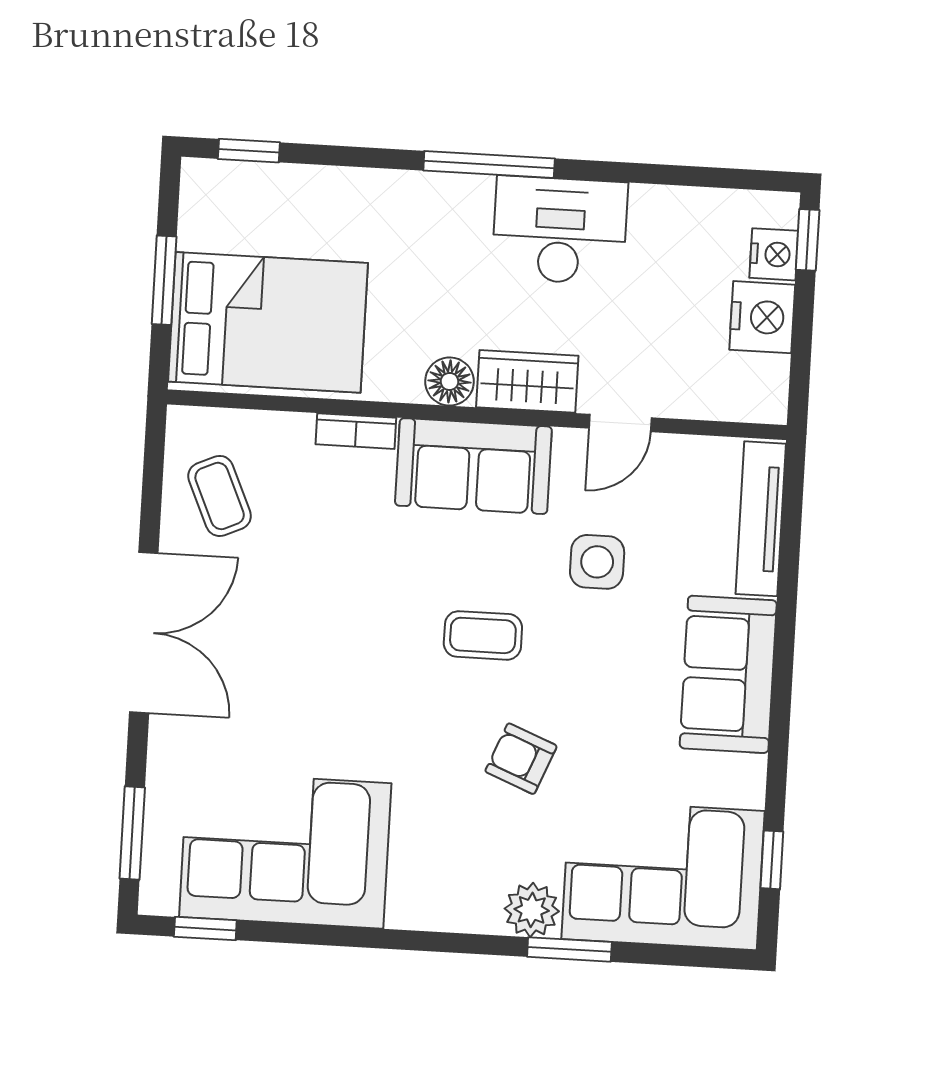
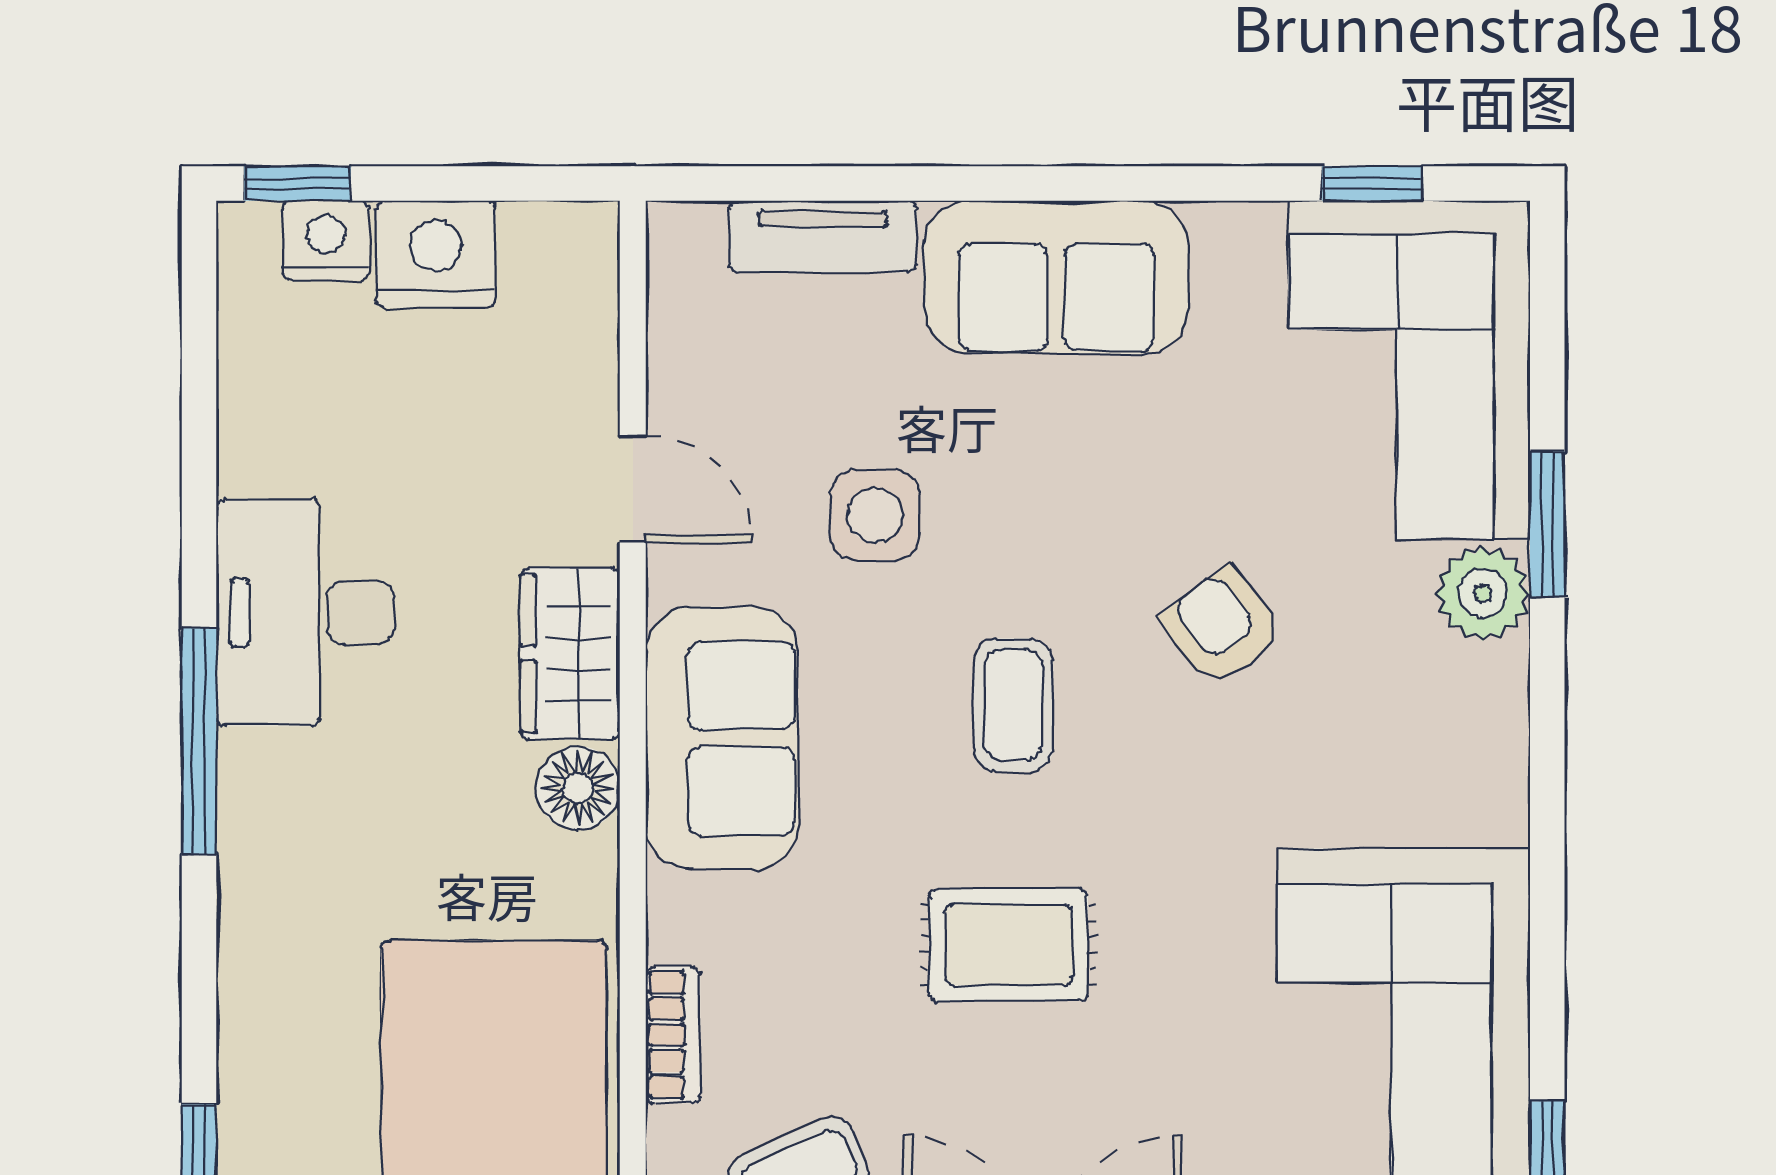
bookcase: (356, 431) -> (673, 1035), moved
tv unit: (761, 519) -> (823, 237), width x0.71
rug: (345, 625) -> (1008, 945), added
armchair: (521, 759) -> (1222, 627), turned 121

